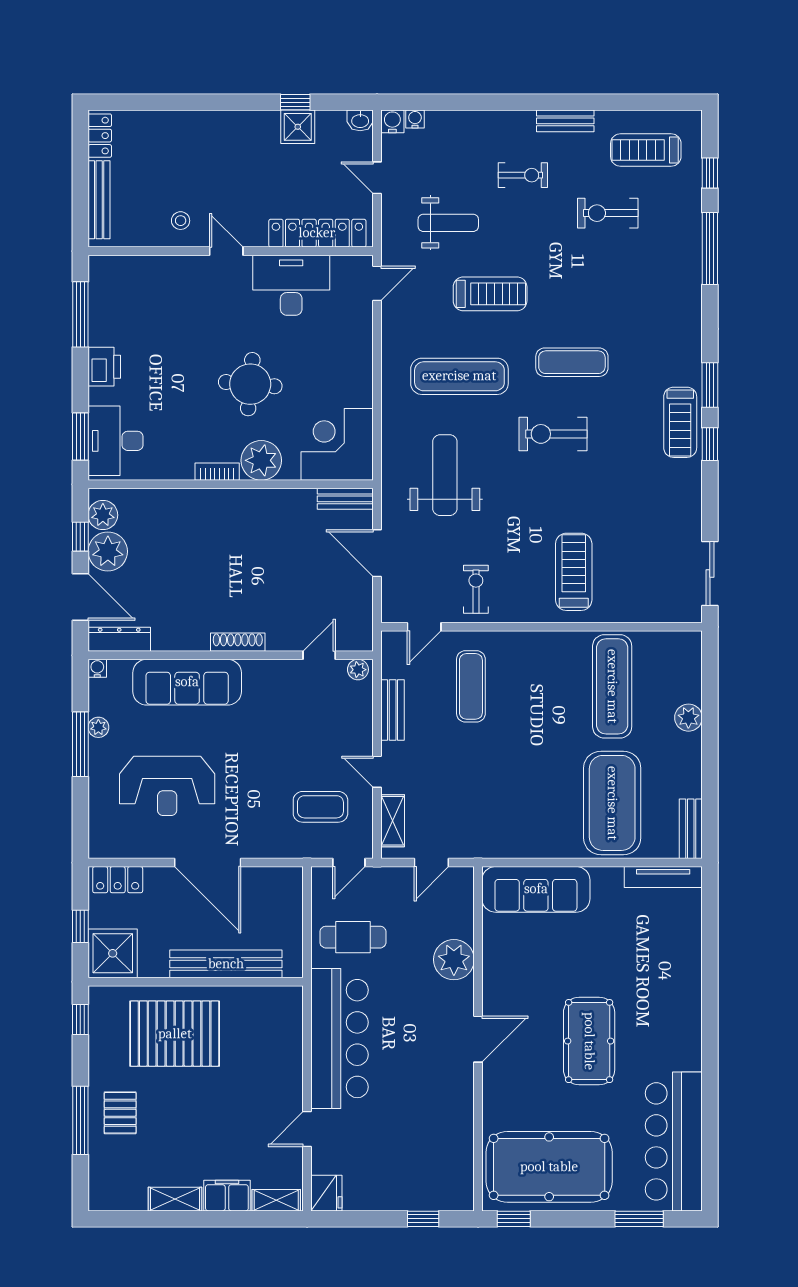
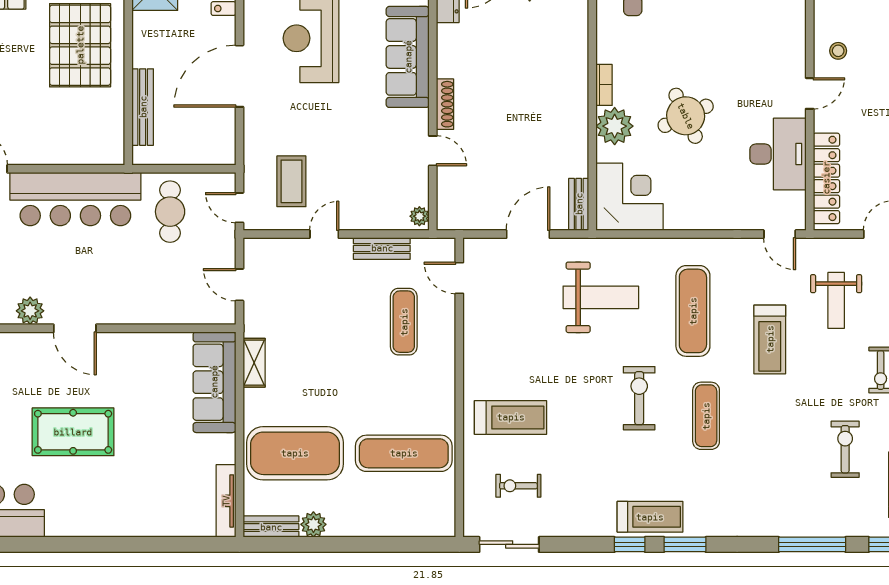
round table: (250, 384) -> (686, 116), turned -30
treadmill: (680, 422) -> (650, 517), turned 180
exercise bike: (476, 589) -> (518, 486), moved, turned 180
door: (319, 655) -> (433, 151), moved
exercise mat: (471, 686) -> (404, 322), turned 90
plant: (688, 718) -> (313, 524), moved
shelving: (393, 821) -> (254, 363), moved, turned 90
plant: (454, 960) -> (30, 311), moved, width x0.73, depth x0.73
bench: (226, 964) -> (143, 107), width x0.73, depth x0.82

